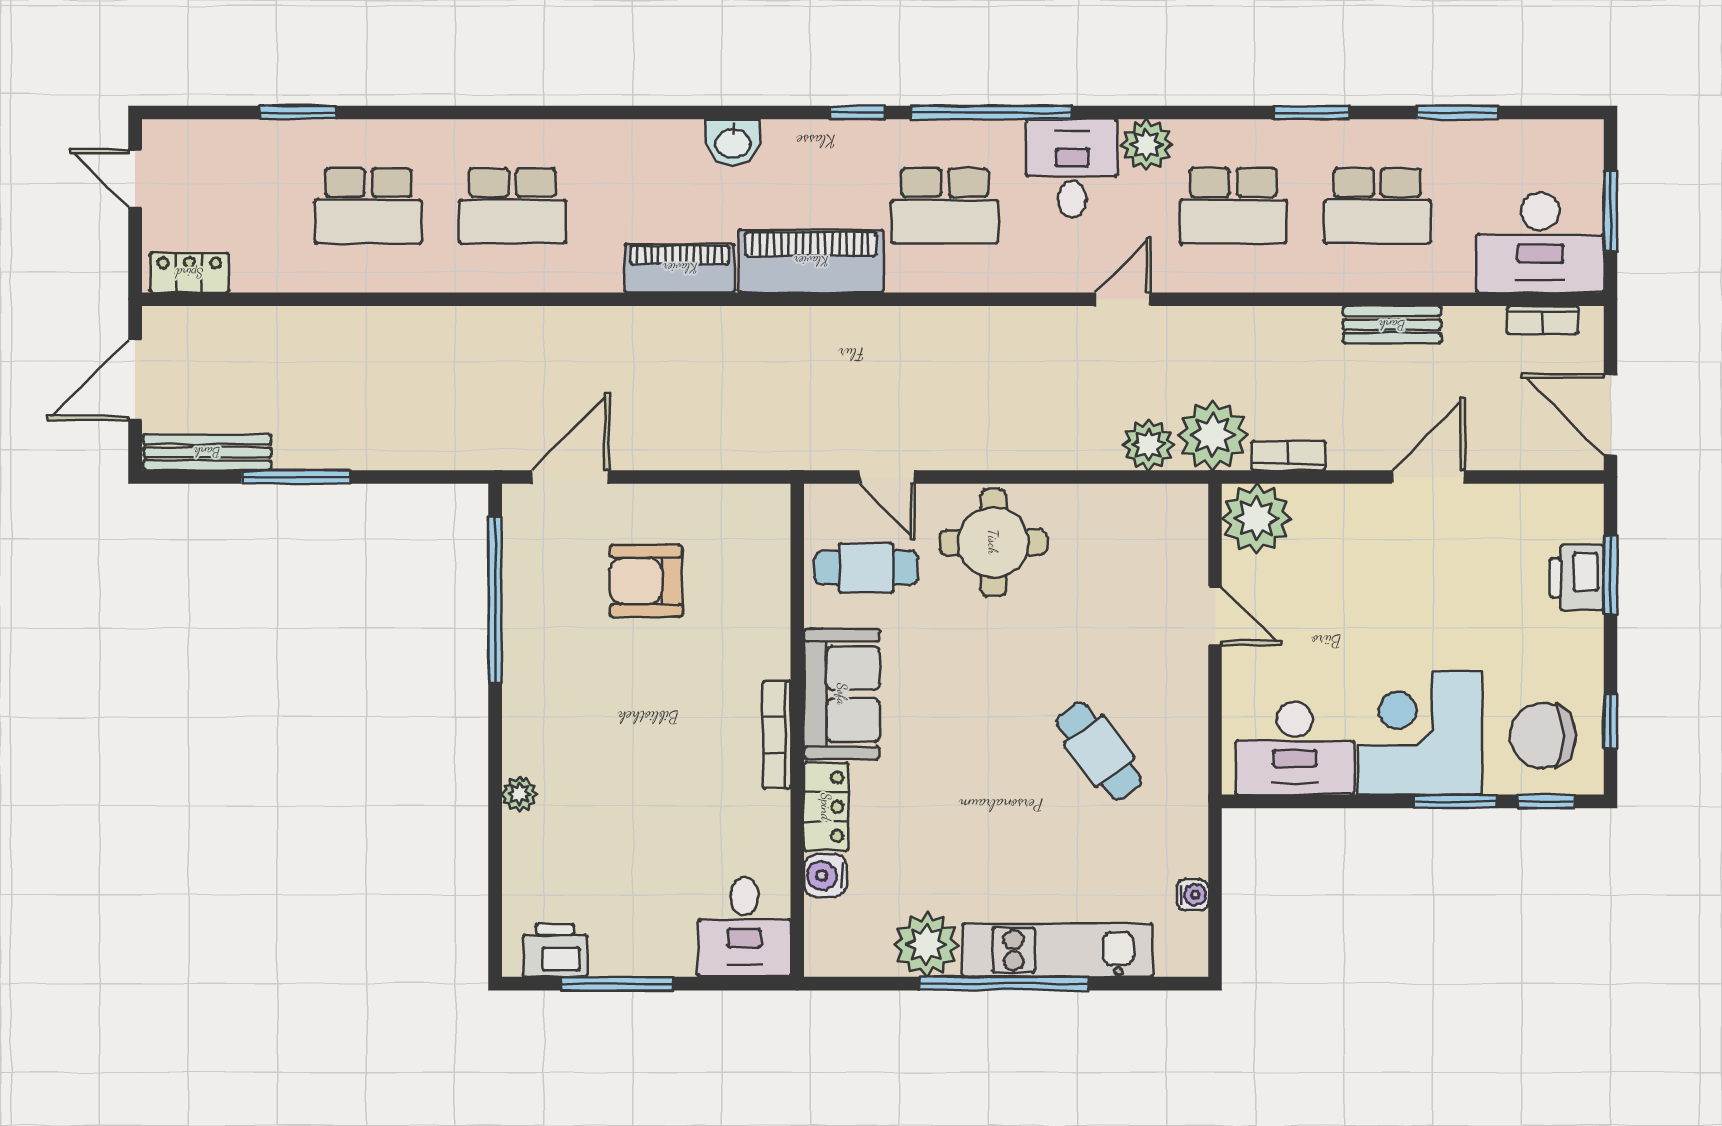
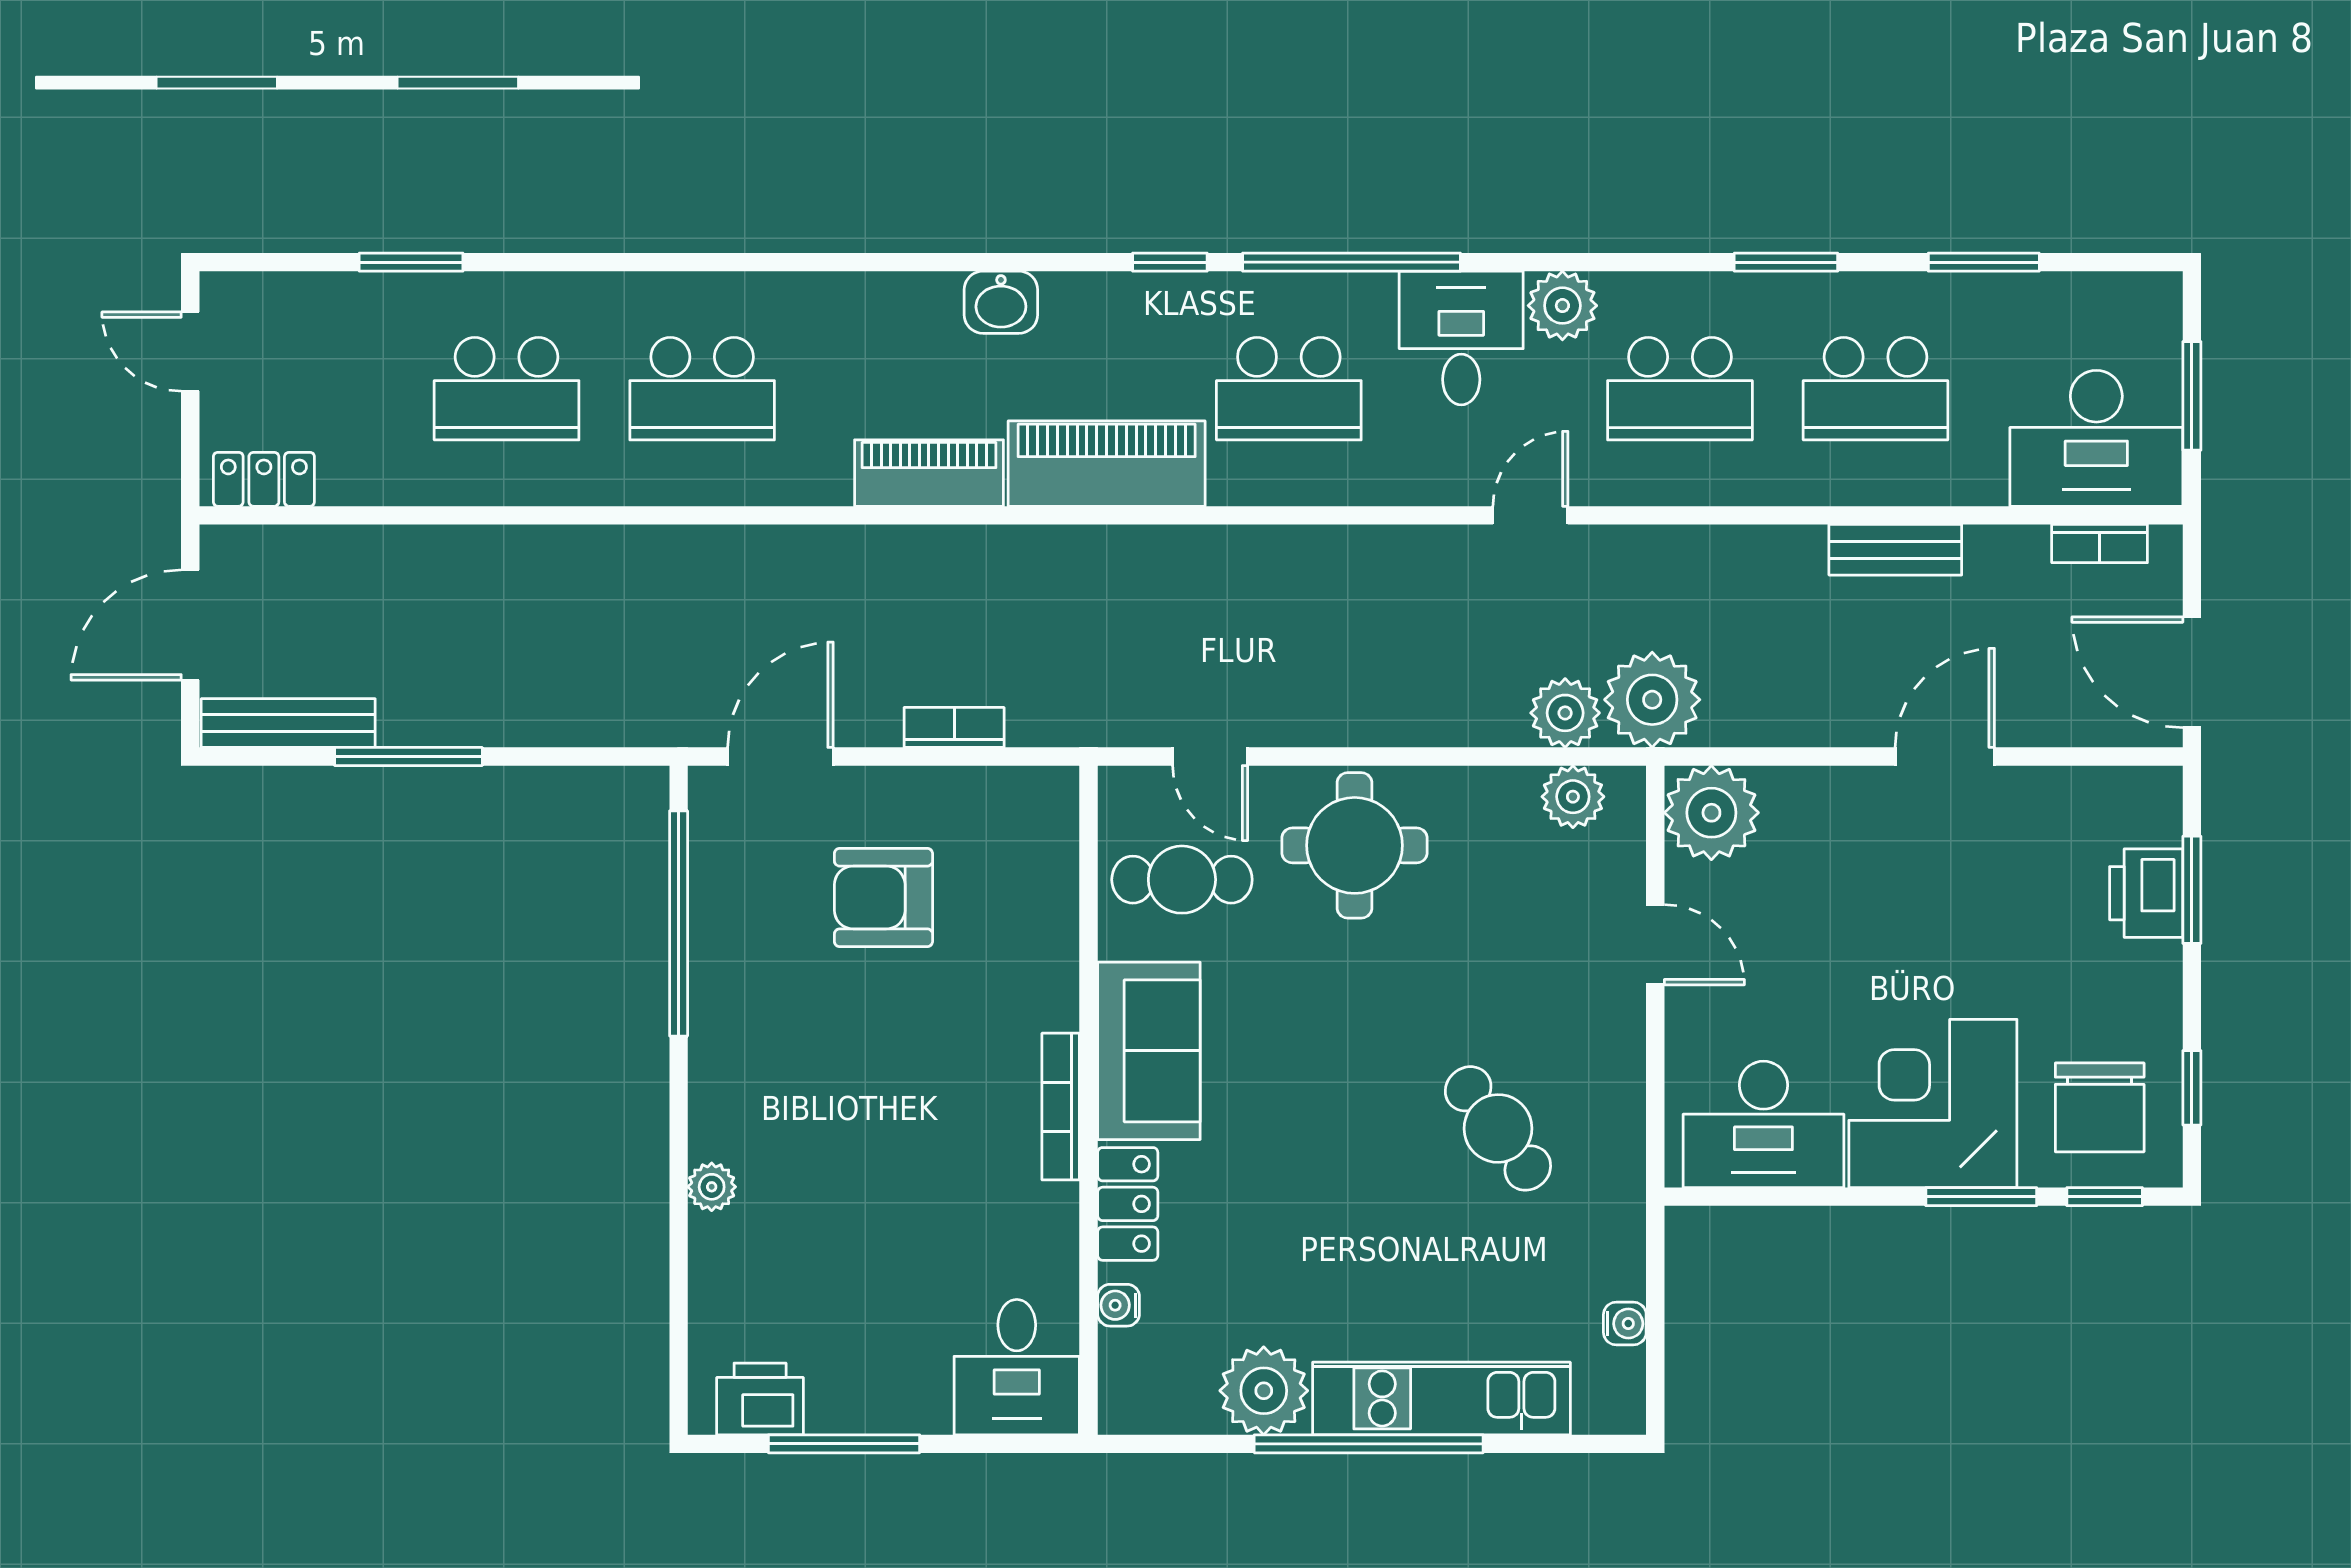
bookcase: (1288, 456) -> (954, 727), moved
plant: (1154, 507) -> (1573, 797), added
chair: (1543, 736) -> (2100, 1107), turned -90
water cooler: (825, 876) -> (1119, 1305), width x0.72, depth x0.72

